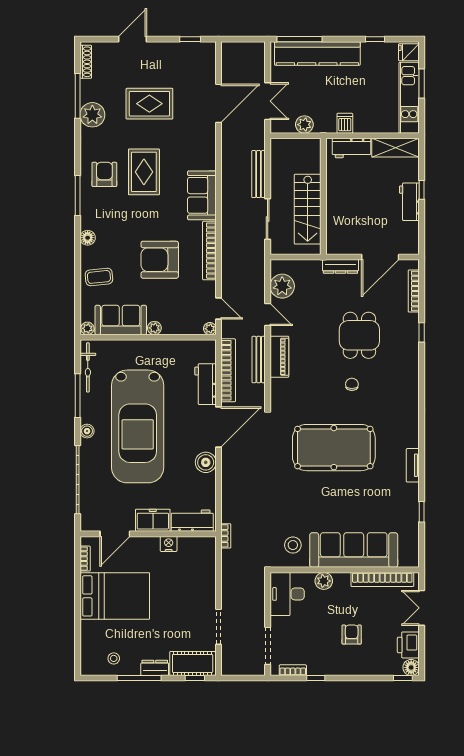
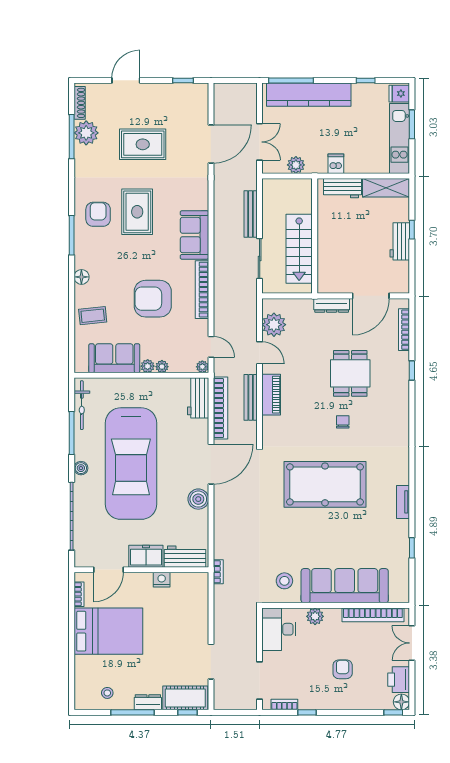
plant: (92, 115) -> (86, 133), moved
plant: (87, 328) -> (162, 367), moved
workbench: (205, 384) -> (198, 398), moved

